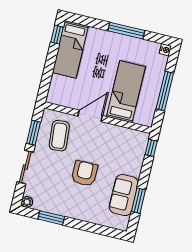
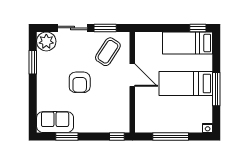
bed: (126, 92) -> (186, 83), moved, turned 180
coffee table: (59, 136) -> (108, 52), turned -52
armchair: (84, 173) -> (80, 82), turned 90
sofa: (124, 195) -> (55, 122), moved
plant: (27, 202) -> (46, 41), width x1.88, depth x1.88

